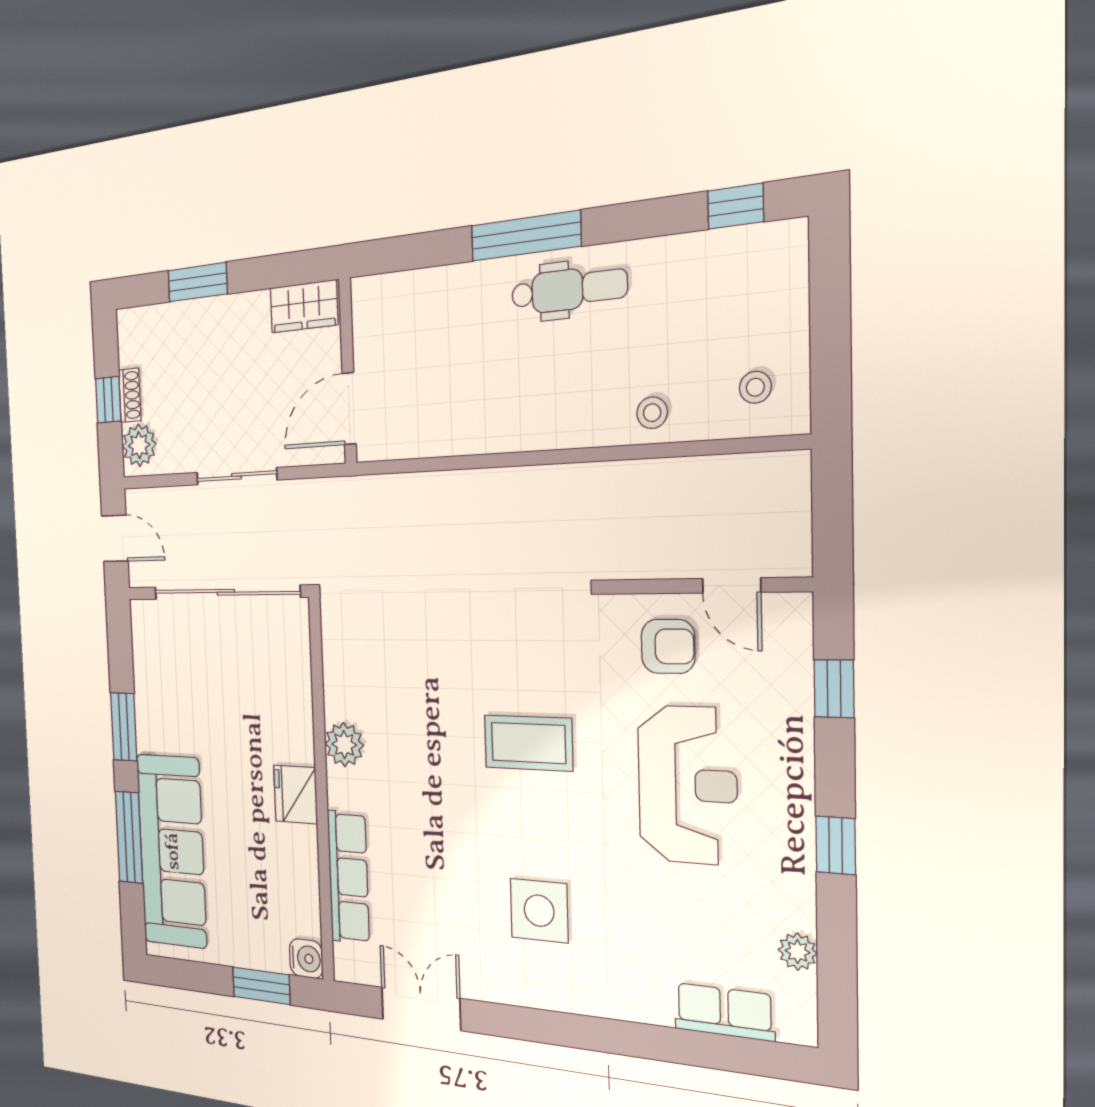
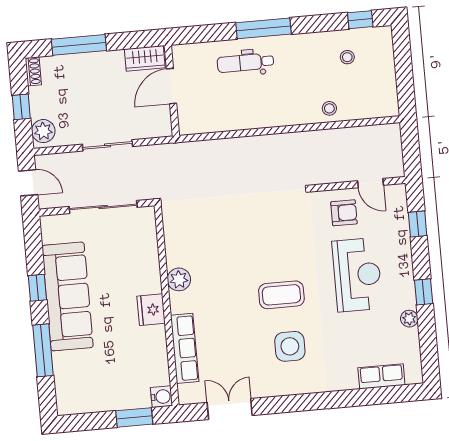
window: (198, 282) -> (79, 45), width x1.44
dental chair: (569, 290) -> (245, 63), moved, turned 180
stool: (755, 387) -> (347, 57), moved
shoe rack: (130, 395) -> (33, 71), moved
door: (349, 409) -> (171, 86), moved
sliding door: (226, 592) -> (103, 207), width x0.73
window: (124, 727) -> (37, 288), width x0.67
coffee table: (528, 743) -> (281, 295), moved
sofa: (172, 851) -> (68, 296), moved
plant: (798, 952) -> (409, 319), moved

